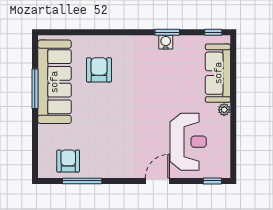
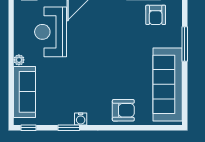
water cooler: (166, 42) -> (81, 119), moved
armchair: (99, 70) -> (123, 110), moved, turned -90
window: (35, 89) -> (185, 44), moved

